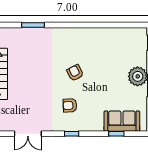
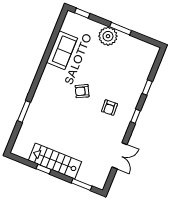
sofa: (122, 121) -> (62, 50), moved, turned 180
window: (116, 134) -> (147, 88), moved

